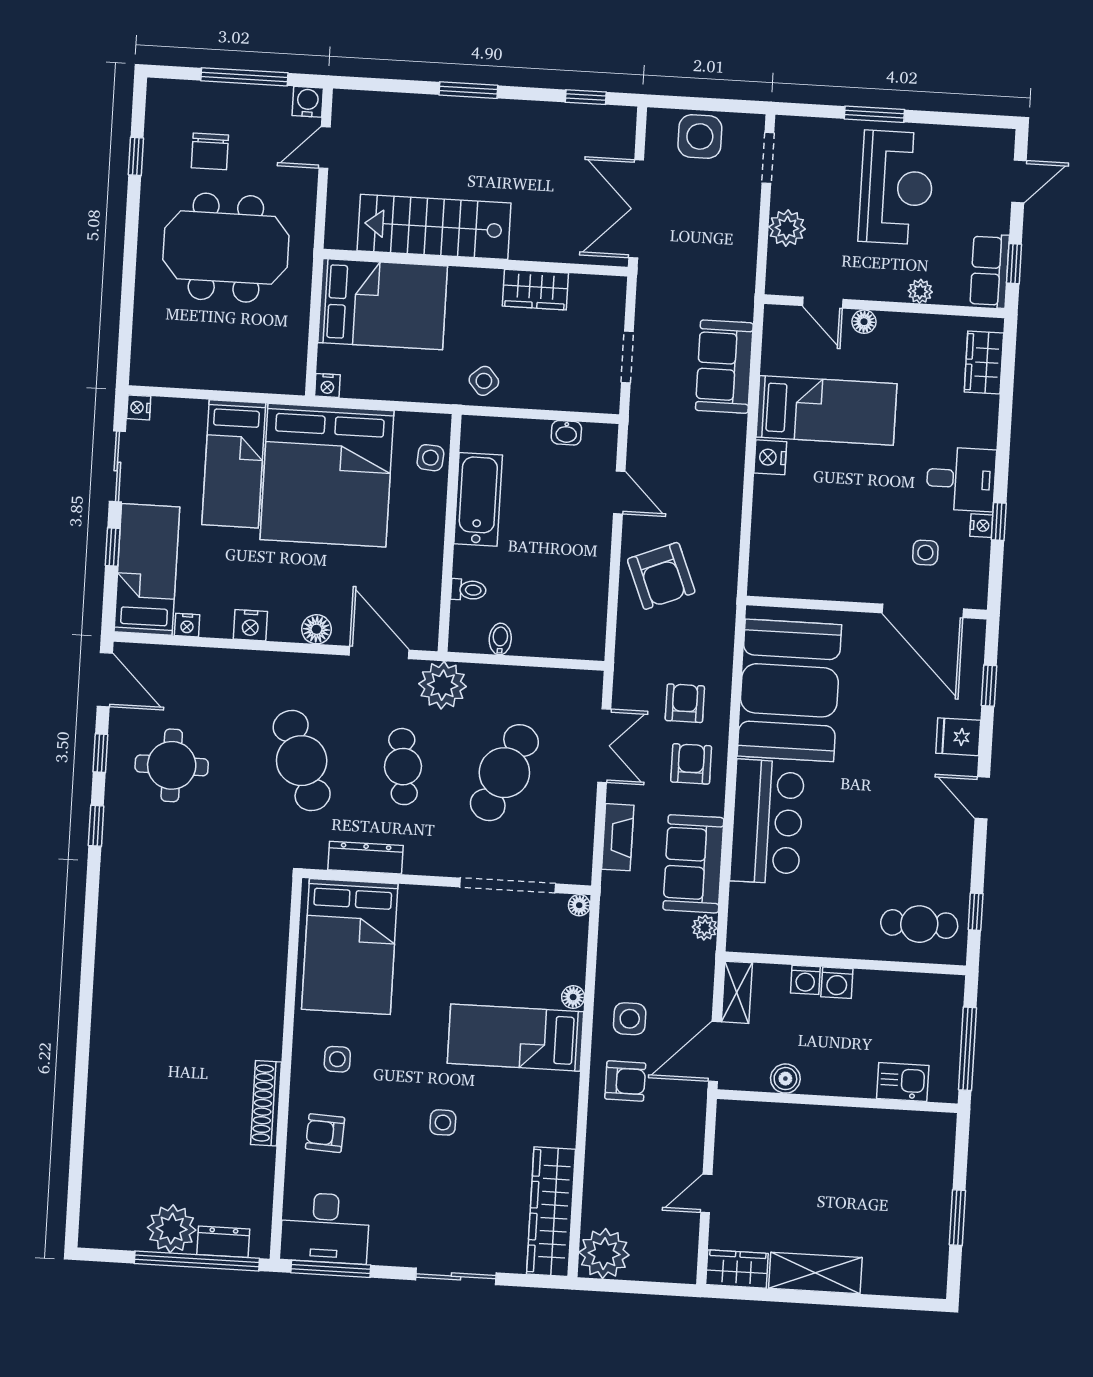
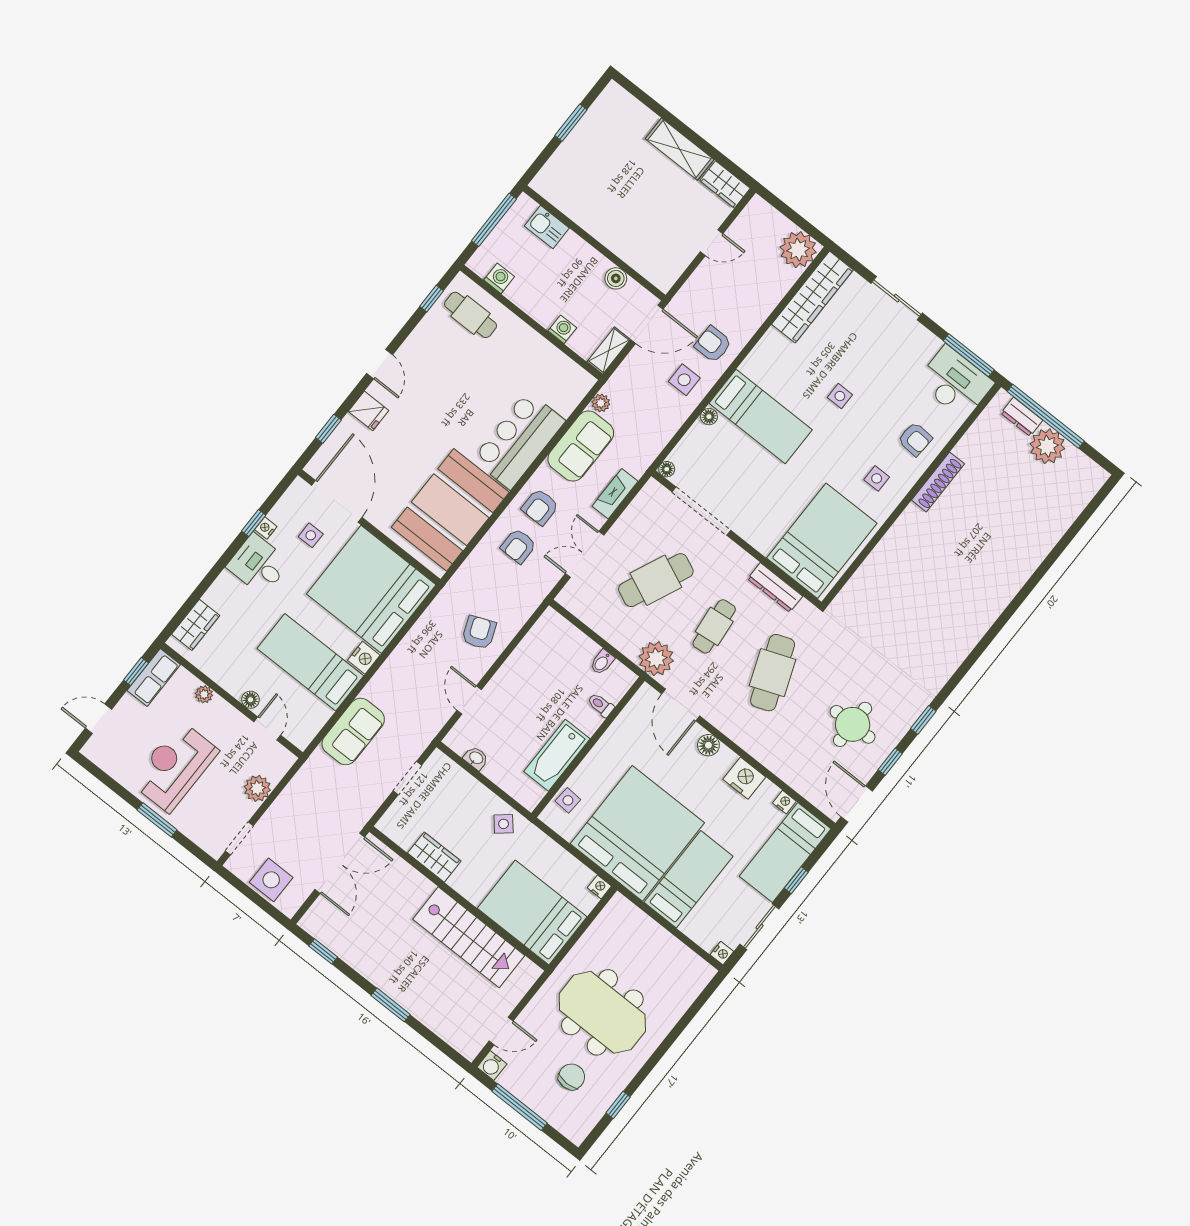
bed: (815, 539) -> (371, 589), added
armchair: (661, 576) -> (479, 632), width x0.72, depth x0.72
nightstand: (250, 625) -> (744, 778), width x1.36, depth x1.33
washing machine: (837, 983) -> (499, 278), moved

